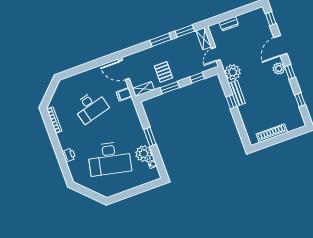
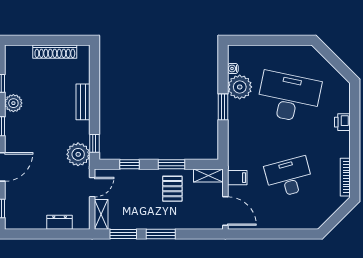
plant: (279, 69) -> (13, 103), moved
bench: (237, 93) -> (83, 102), moved
window: (231, 102) -> (94, 143), moved

